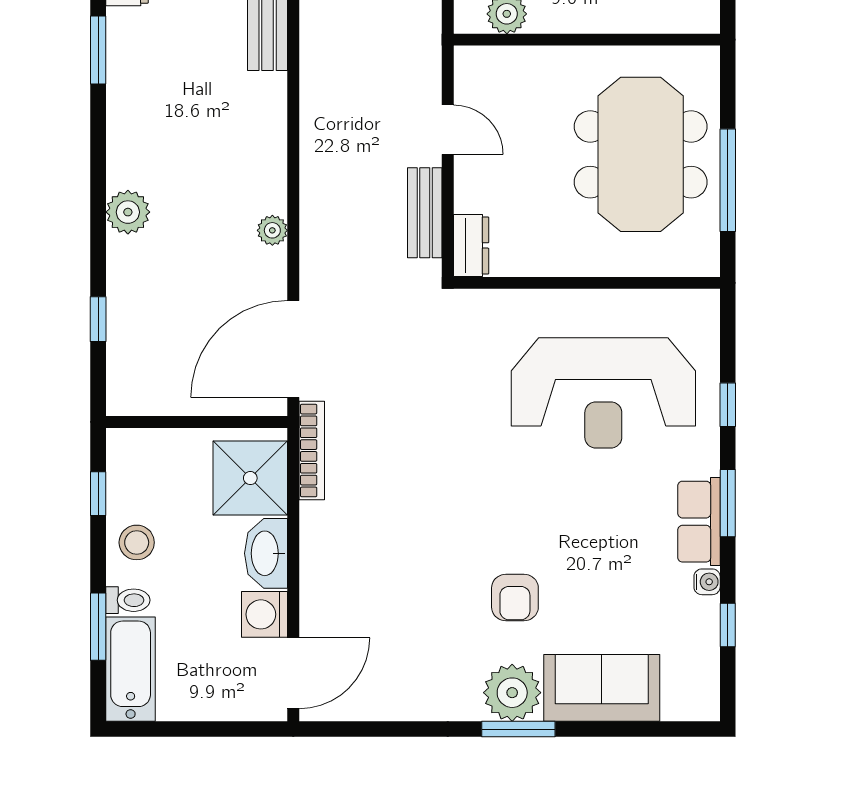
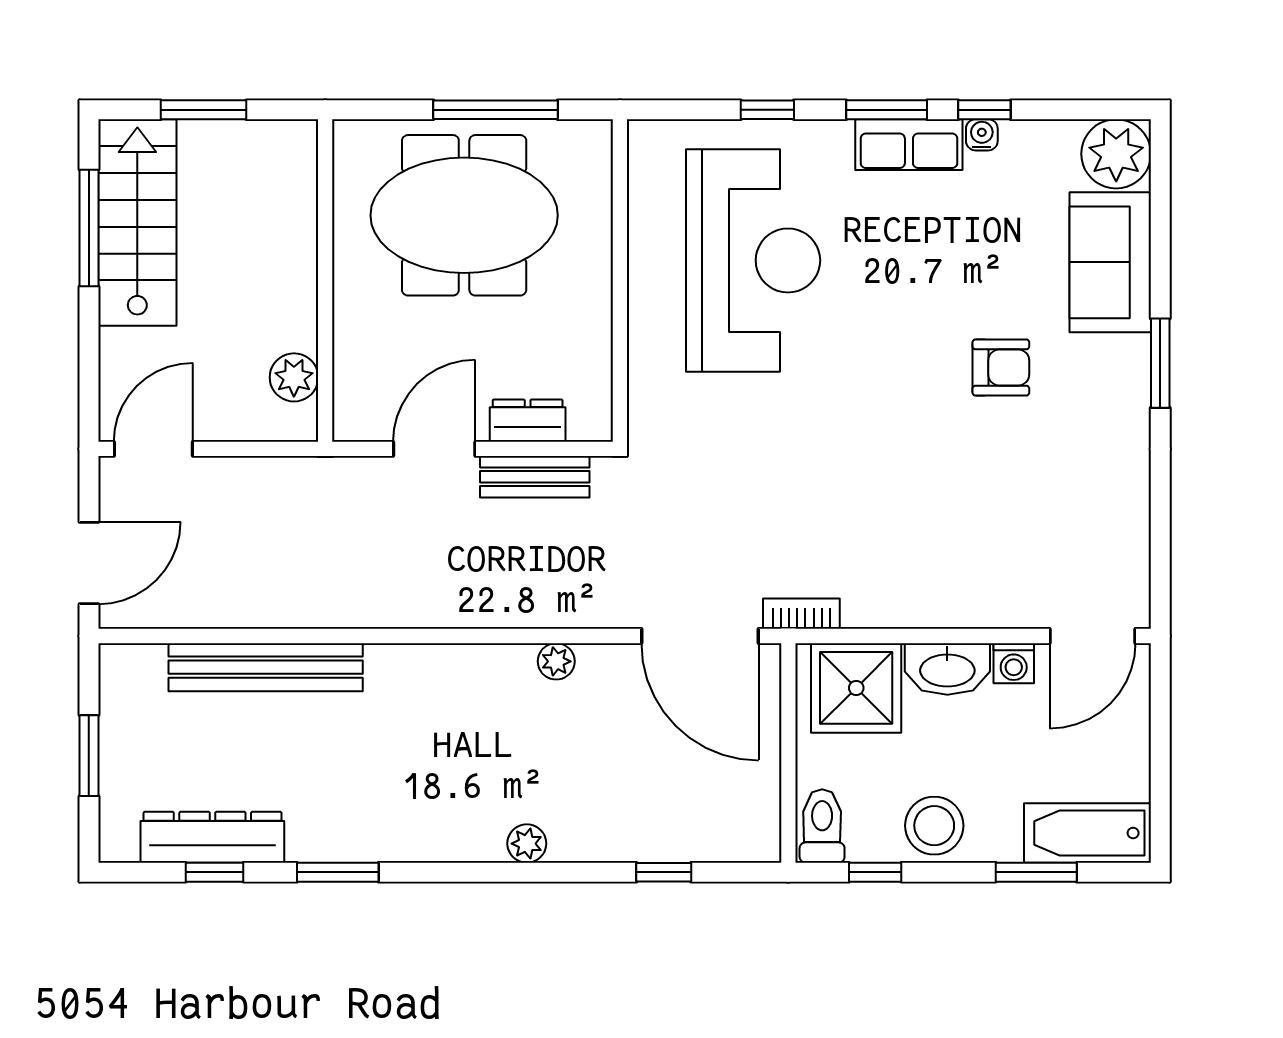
door: (448, 130) -> (434, 449), width x1.38
plant: (128, 212) -> (527, 844), width x0.73, depth x0.73
dresser: (471, 245) -> (528, 421), moved
bookcase: (312, 450) -> (801, 614), width x0.64
stool: (137, 542) -> (934, 826), width x1.38, depth x1.38
toilet: (128, 600) -> (822, 826), moved, width x1.37, depth x1.39
washing machine: (264, 614) -> (1014, 663), width x0.73, depth x0.73
window: (728, 625) -> (984, 110), moved
door: (293, 673) -> (1093, 636), swing flipped
plant: (512, 693) -> (1116, 154), moved

